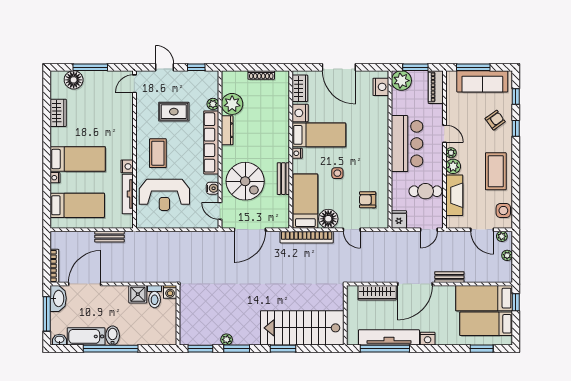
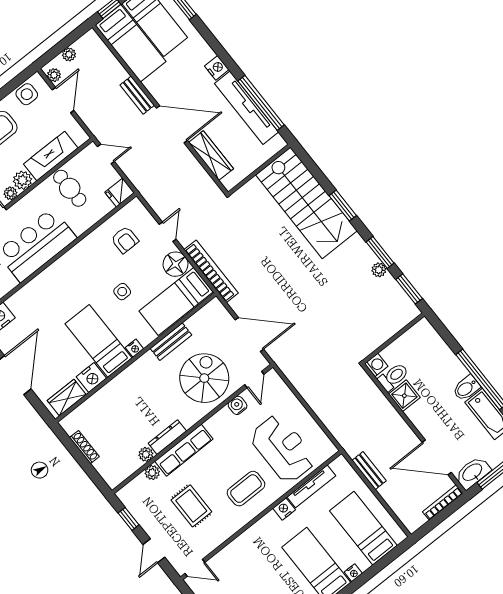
plant: (232, 104) -> (146, 454), width x0.53, depth x0.53
row of seats: (211, 142) -> (184, 450), width x0.73

